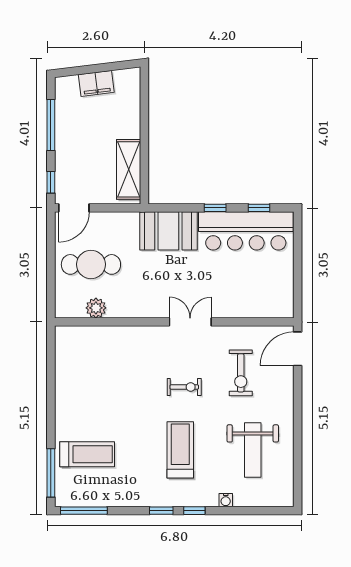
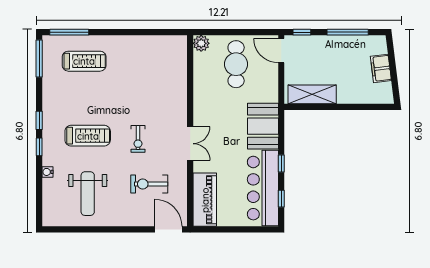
piano: (260, 304) -> (205, 200), added
plant: (96, 308) -> (201, 43), moved
weight bench: (253, 450) -> (88, 194), turned -90
treadmill: (87, 454) -> (84, 61), turned -90

